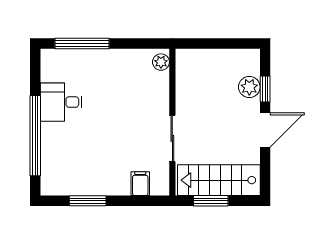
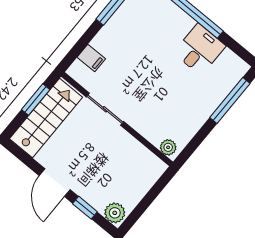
plant: (249, 87) -> (115, 213), moved

